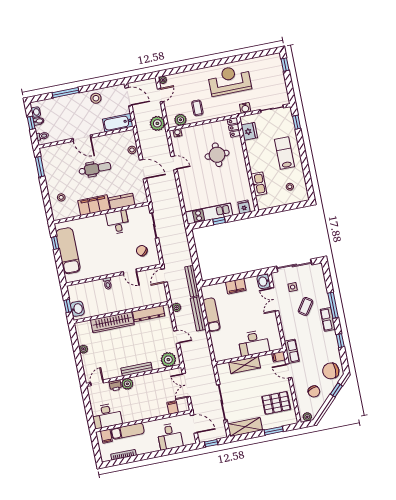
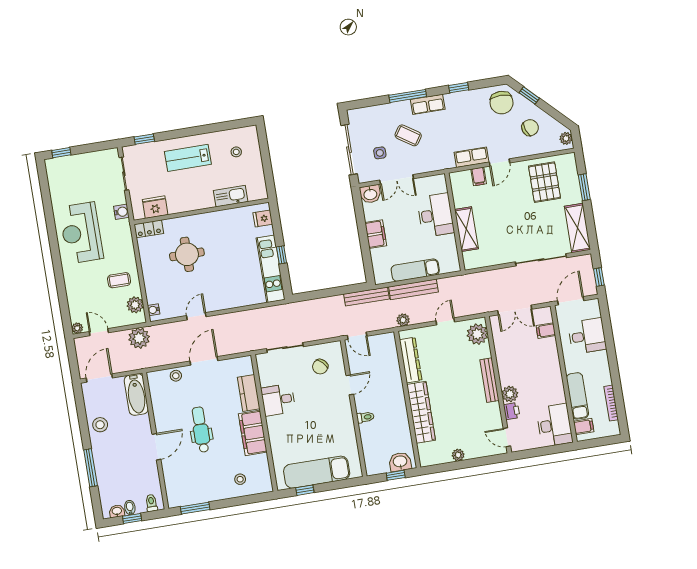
desk: (254, 343) -> (436, 215), moved
wall: (249, 357) -> (455, 222), moved
shelving: (245, 365) -> (466, 229), moved

